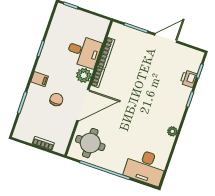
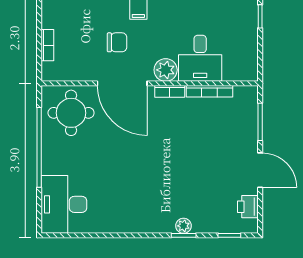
printer: (189, 79) -> (248, 207), moved, turned -90
plant: (172, 131) -> (184, 226), moved

